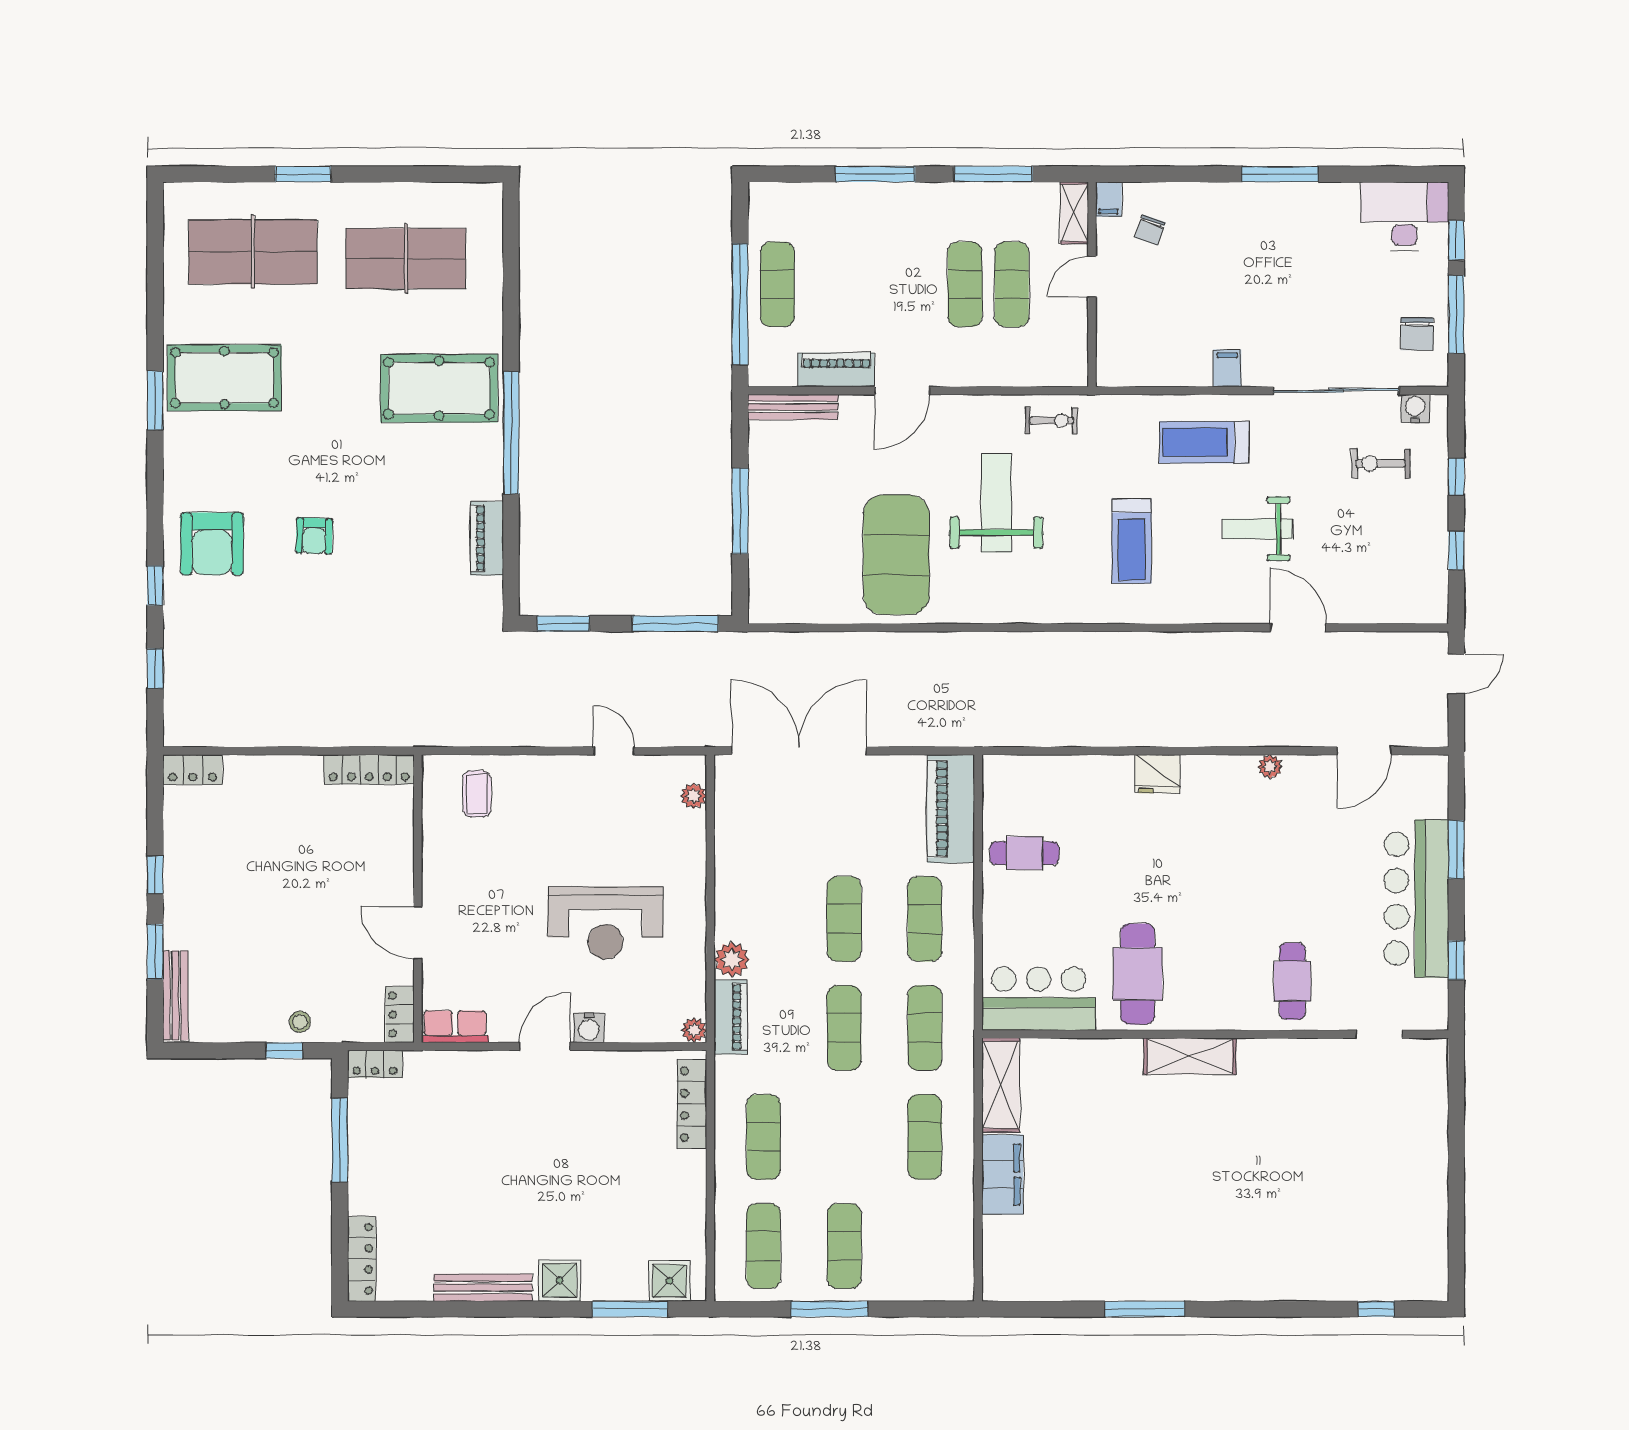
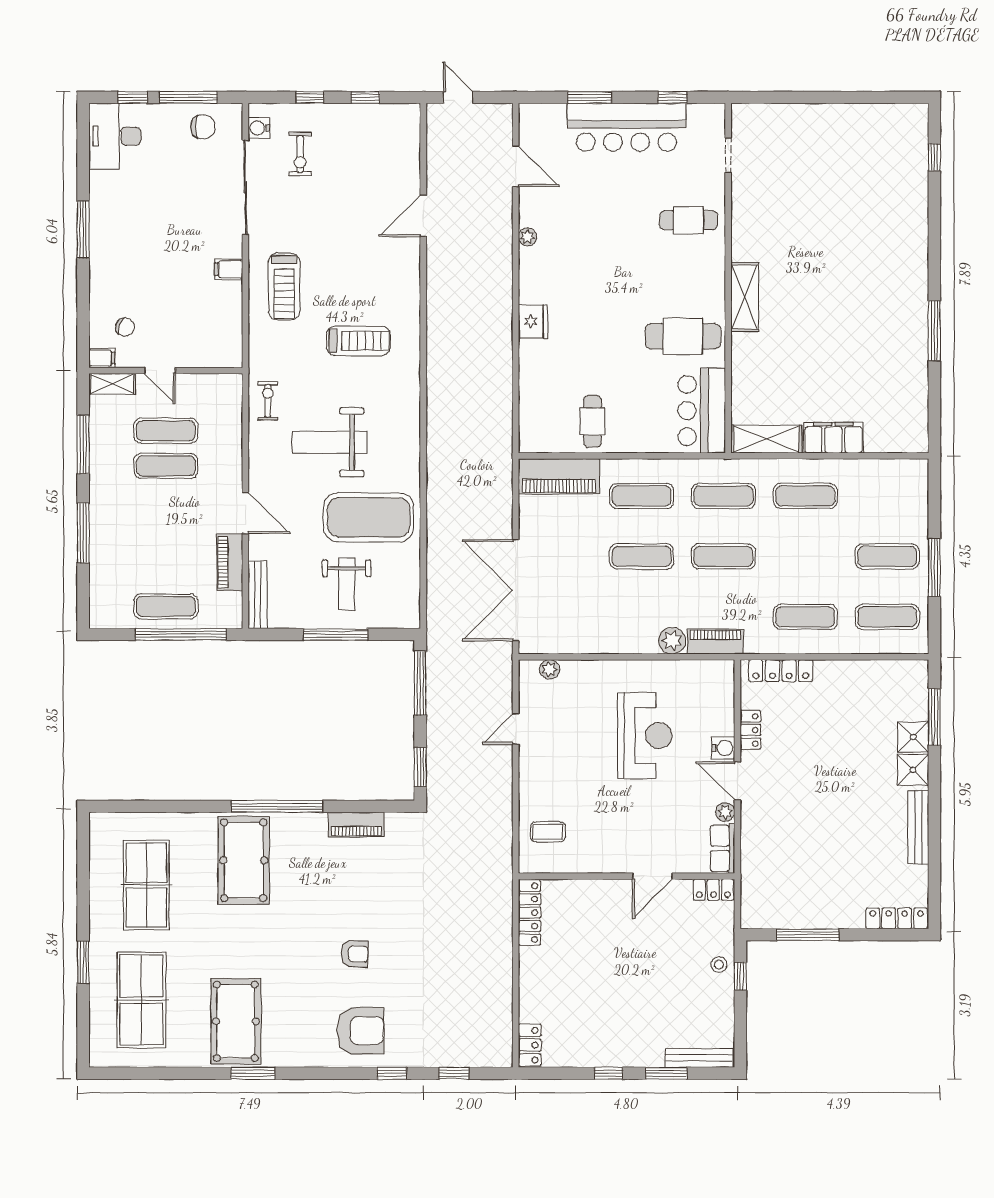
weight bench: (1258, 529) -> (347, 584), moved
plant: (694, 1030) -> (725, 812), moved
locker: (375, 1064) -> (750, 730), moved
shower: (669, 1281) -> (913, 737), moved

